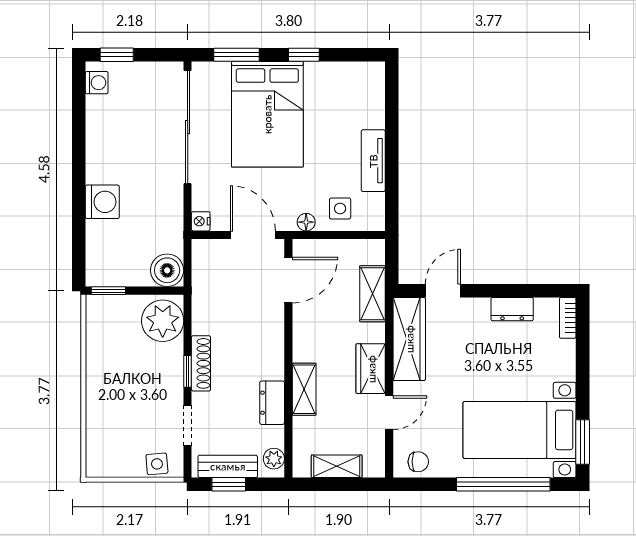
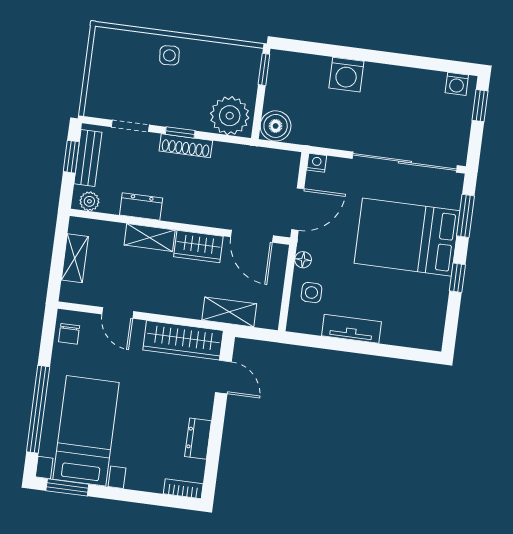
wardrobe: (371, 369) -> (198, 246), moved, turned 180
side table: (157, 464) -> (169, 55), moved

